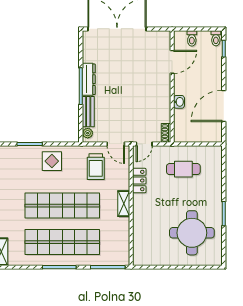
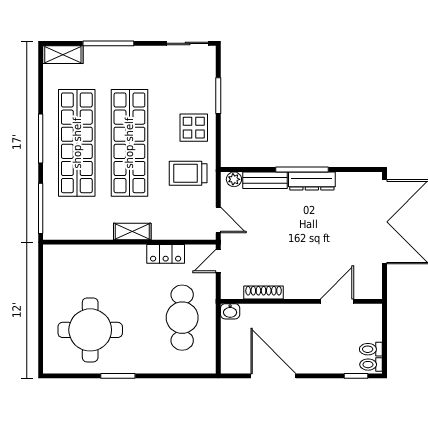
toilet: (192, 38) -> (371, 349), moved
door: (172, 62) -> (337, 301), swing flipped
washbasin: (179, 102) -> (230, 311), moved
shoe rack: (166, 133) -> (264, 292), moved, width x1.43
door: (116, 144) -> (218, 220), swing flipped
door: (144, 144) -> (218, 261), hinge flipped
trolley: (96, 167) -> (188, 173), moved
cafe table: (183, 169) -> (182, 318), width x1.37, depth x1.35

